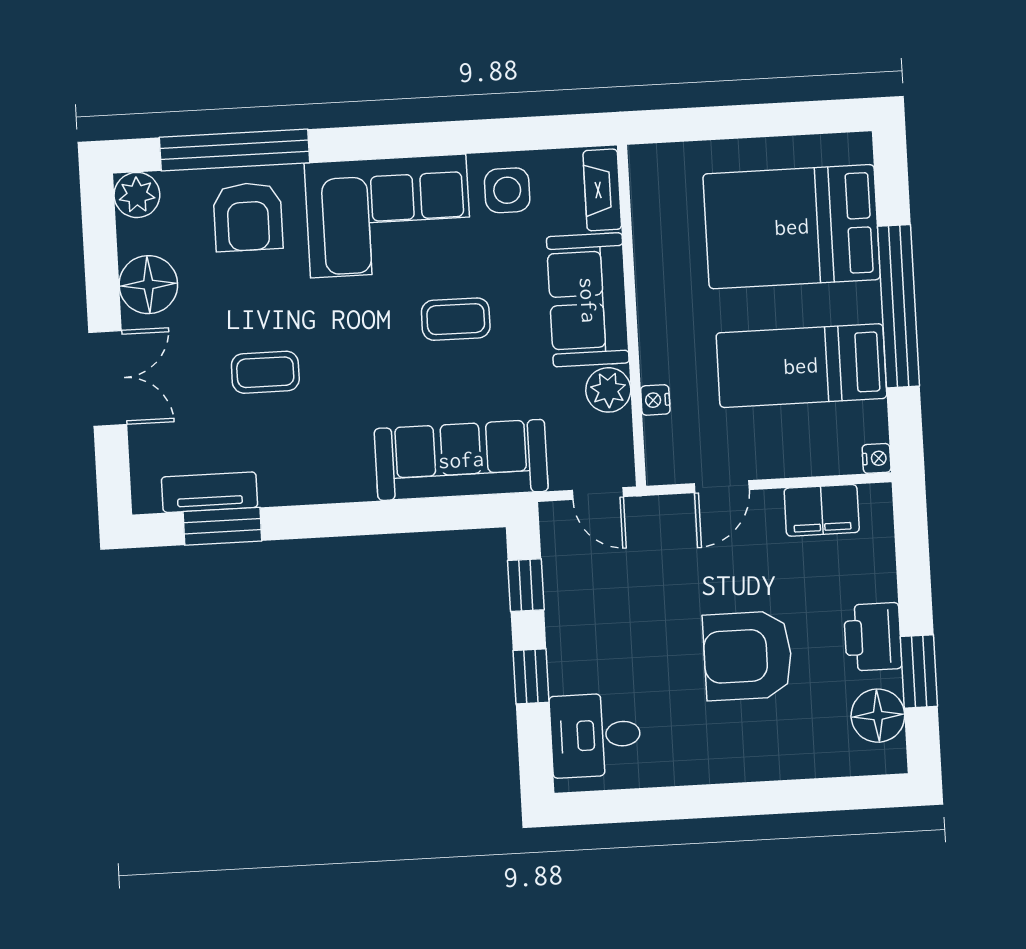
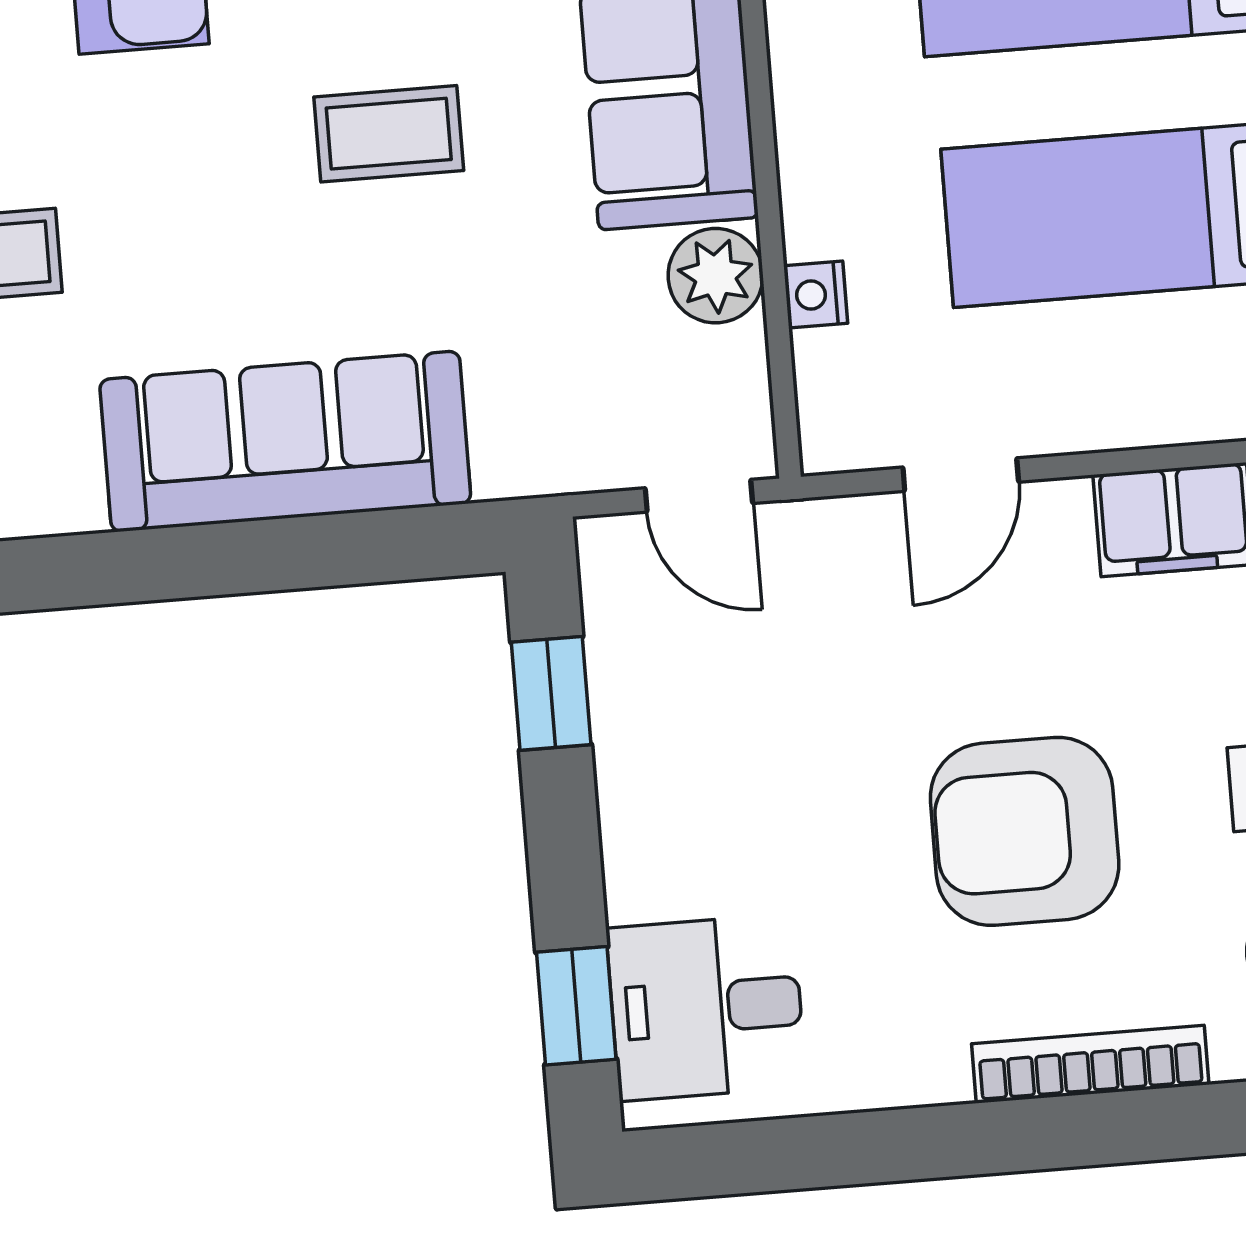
sofa: (461, 460) -> (285, 441), moved
window: (531, 676) -> (576, 1006), moved
bookcase: (776, 766) -> (1090, 1064), added

